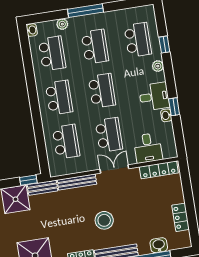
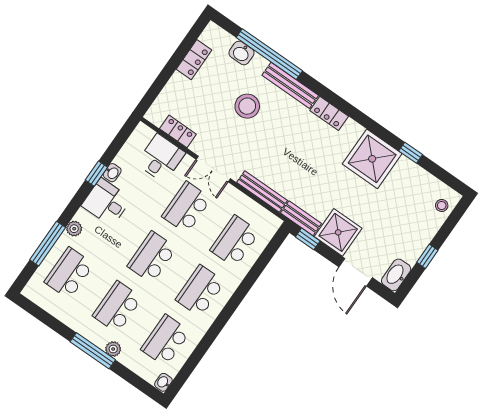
plant: (62, 24) -> (113, 349), moved
window: (164, 44) -> (48, 244), width x2.17
locker: (159, 170) -> (178, 131), width x0.66
stool: (104, 220) -> (247, 106), moved

